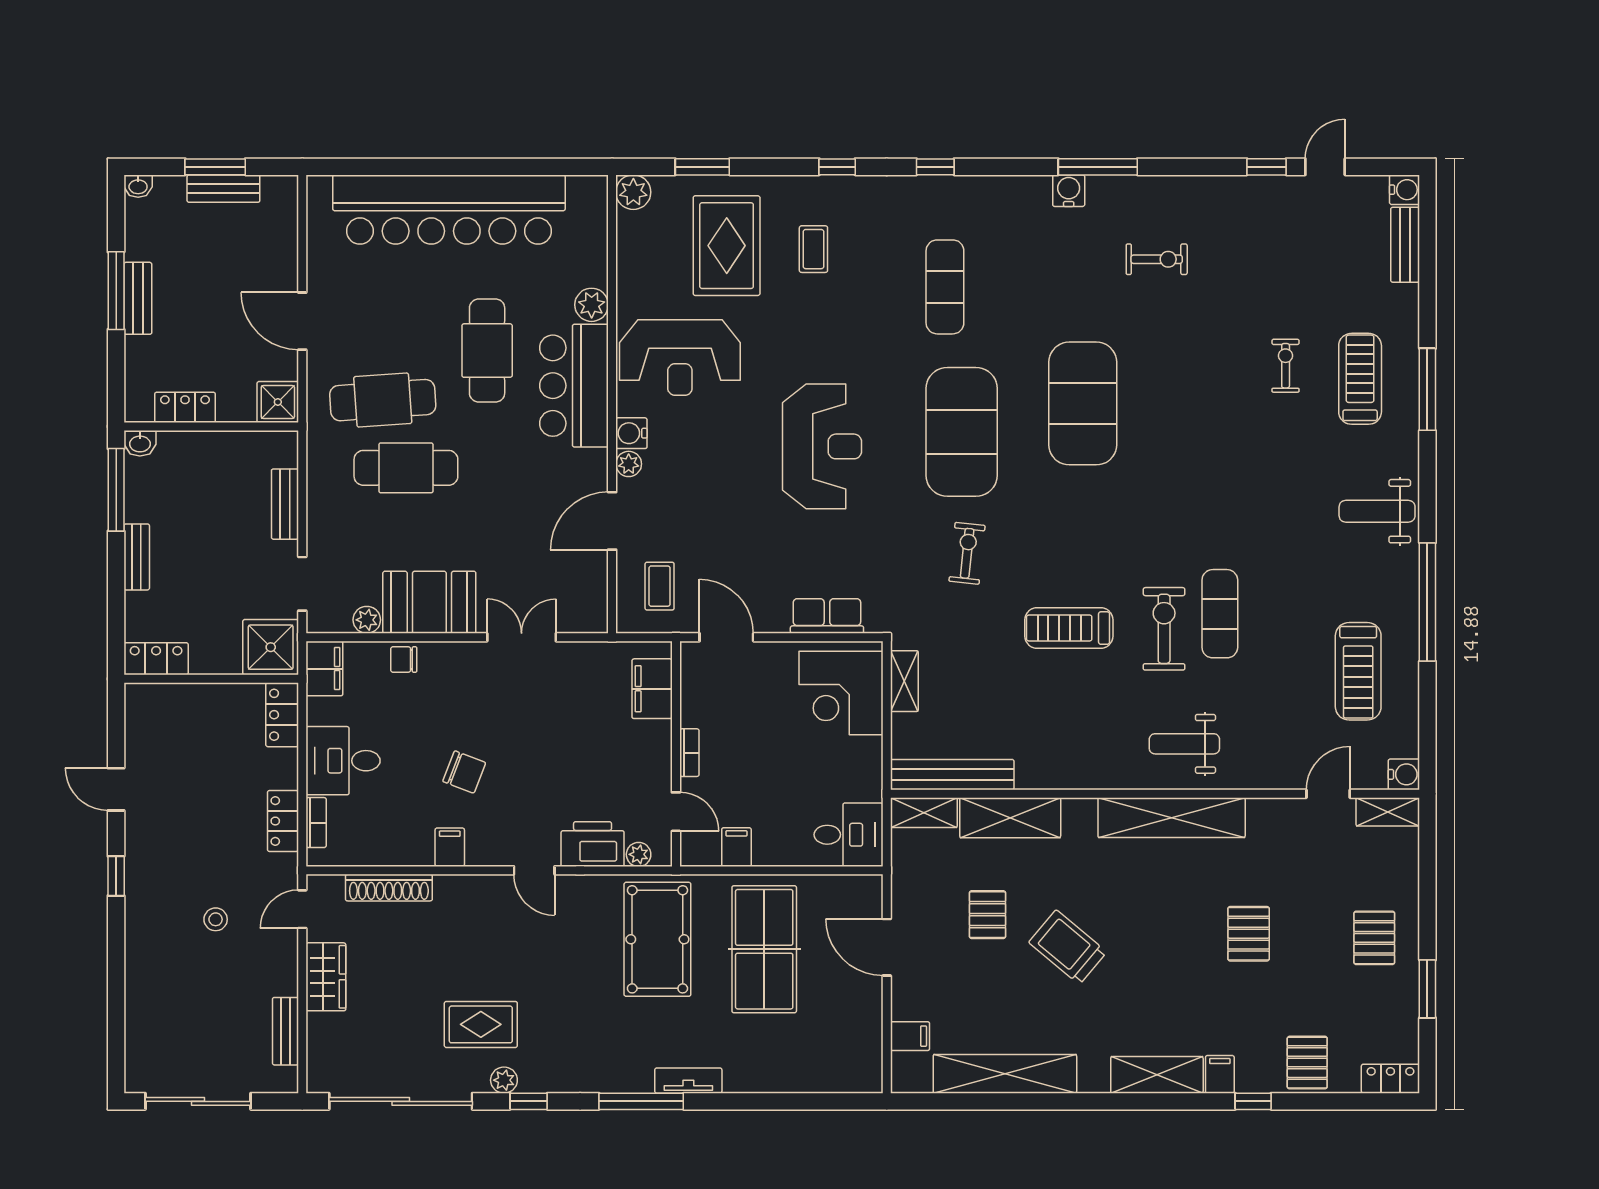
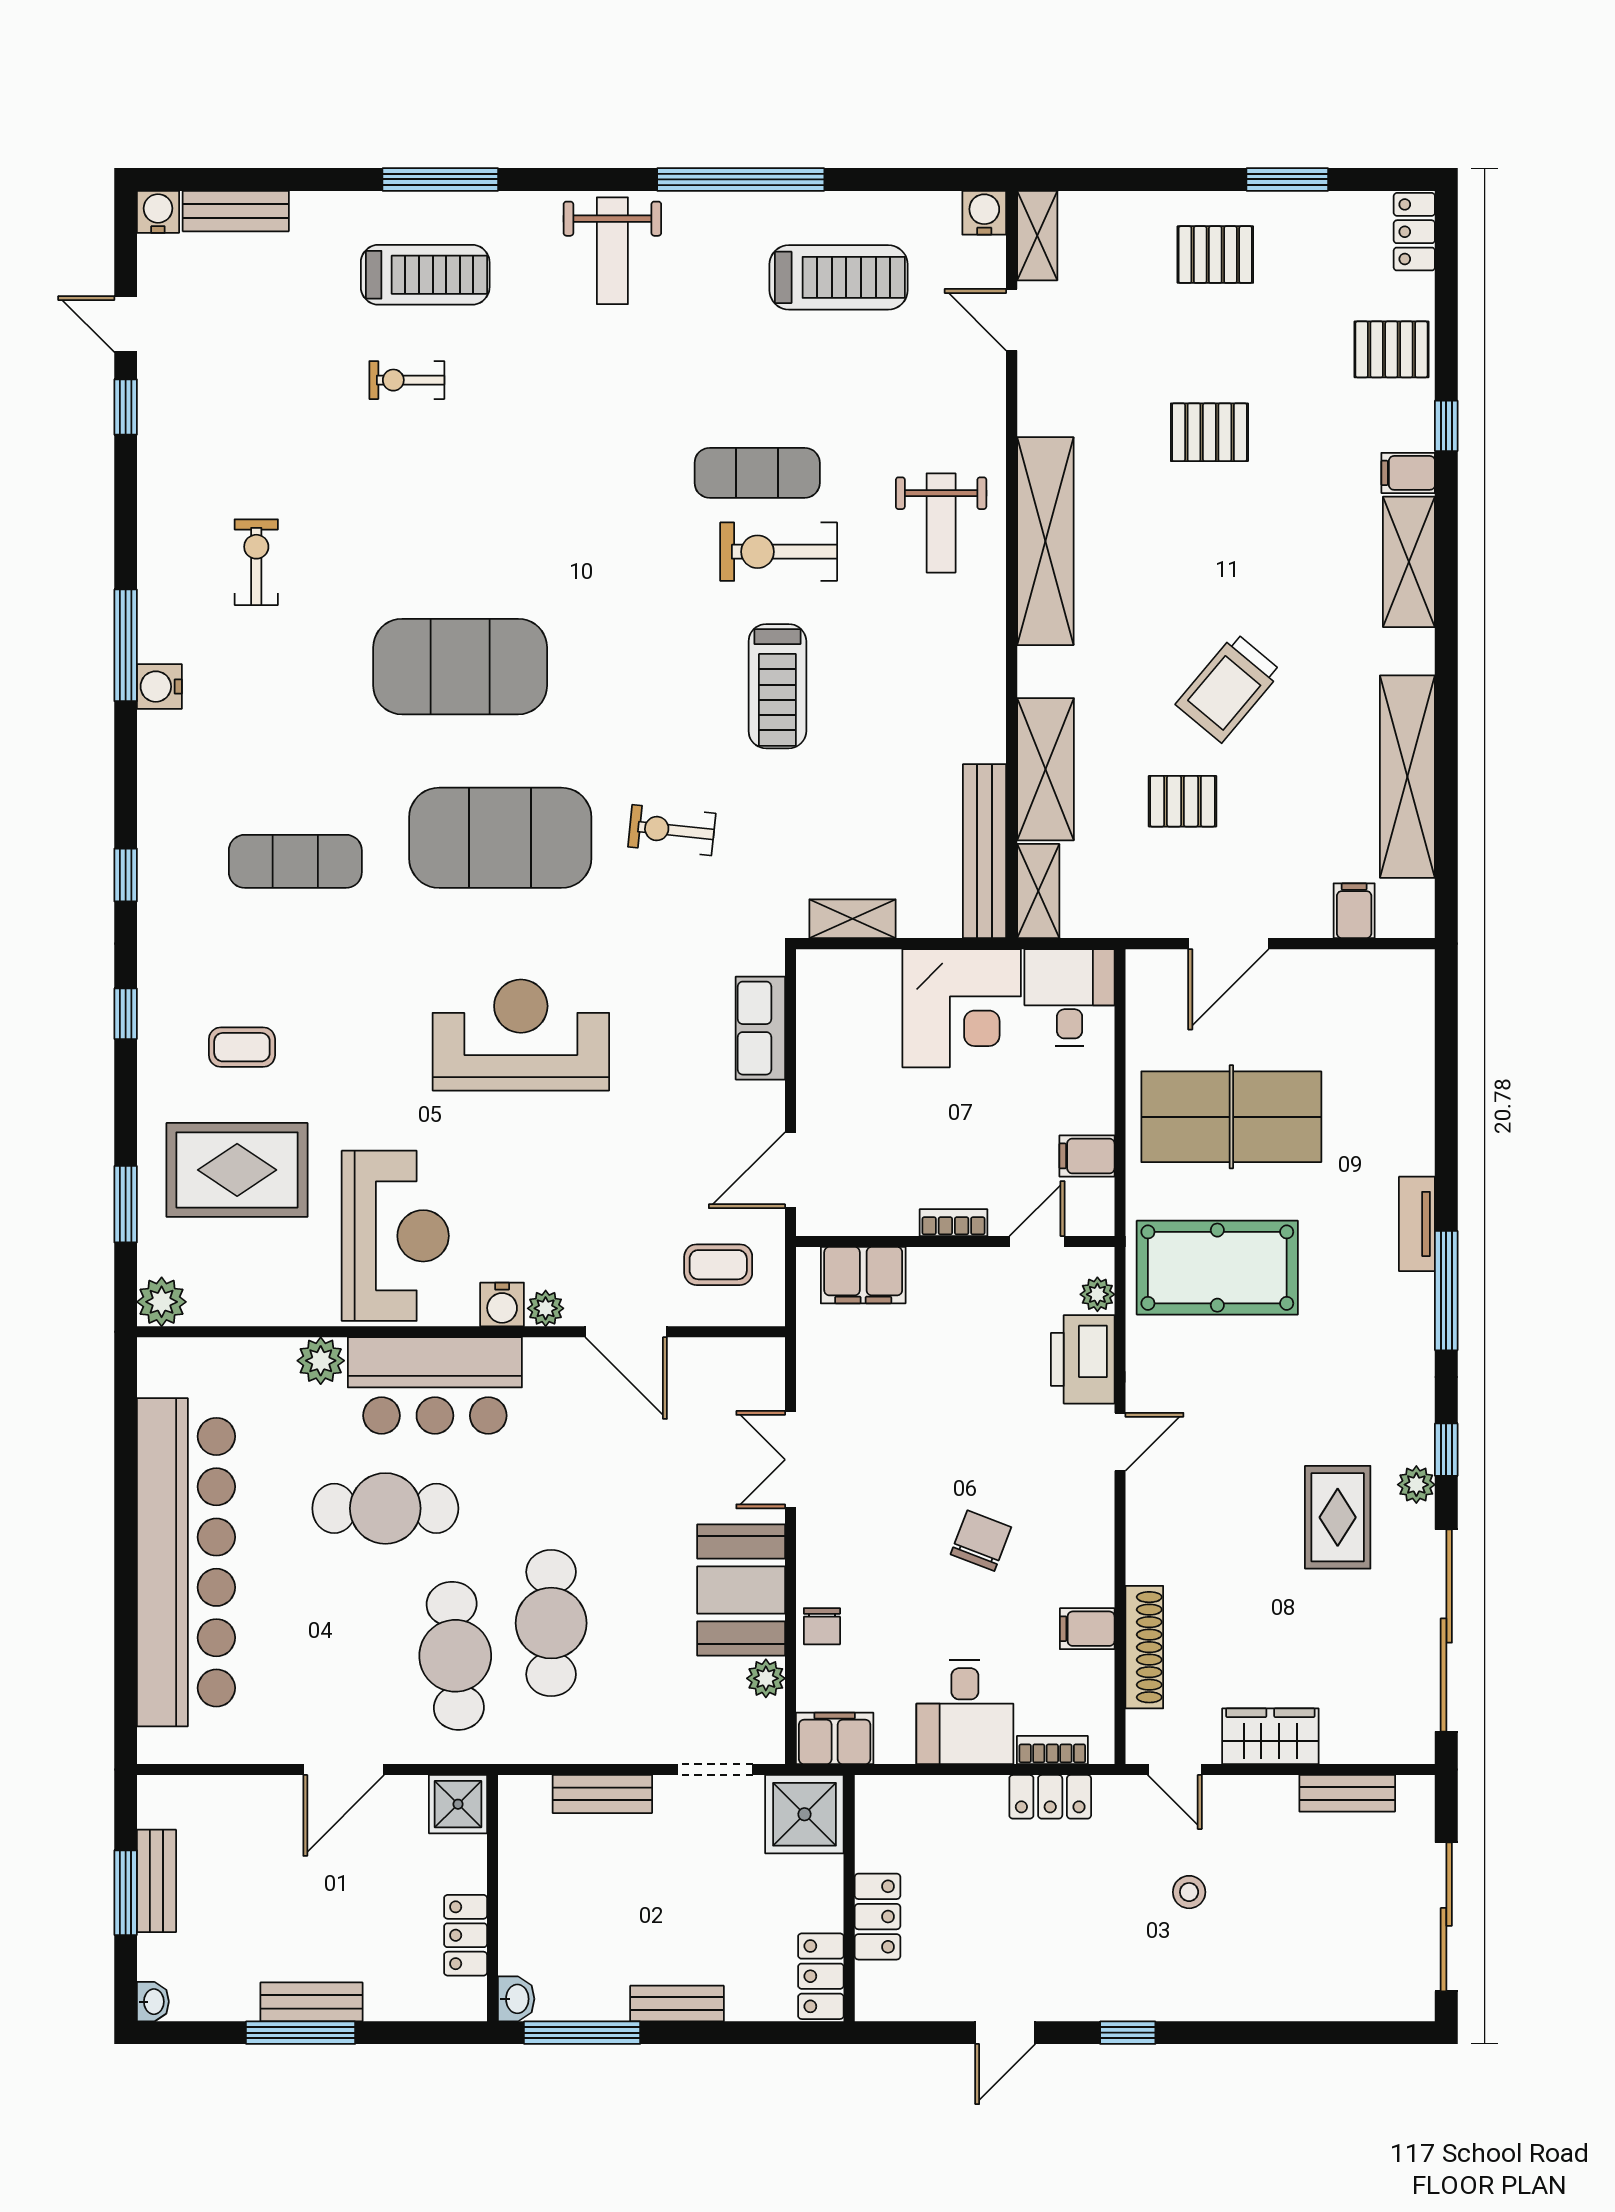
treadmill: (1360, 379) -> (425, 275), turned 180
corner desk: (841, 693) -> (962, 1008), moved
locker: (282, 715) -> (877, 1917), moved, turned -90
filing cabinet: (450, 847) -> (1087, 1629), moved

